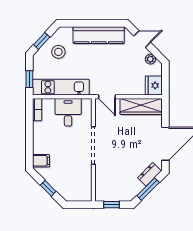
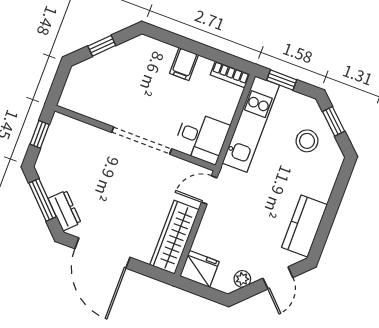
kitchen counter: (99, 35) -> (304, 226), width x0.67
desk: (68, 112) -> (202, 137), moved
filing cabinet: (41, 161) -> (184, 64), moved

